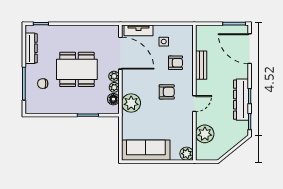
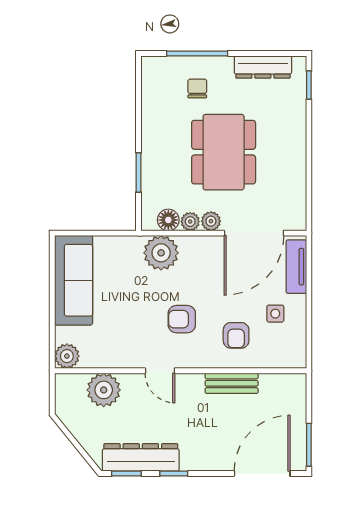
armchair: (167, 92) -> (182, 319), turned 90
dresser: (241, 100) -> (141, 457), moved

